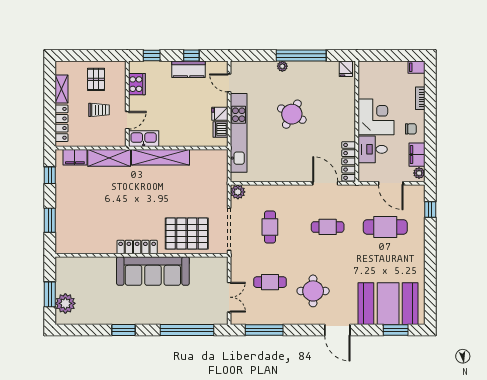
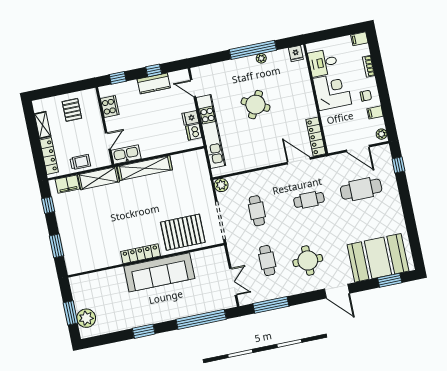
plant: (282, 66) -> (261, 58), moved
trolley: (99, 110) -> (80, 162), moved
desk: (373, 149) -> (323, 63), moved
filing cabinet: (417, 155) -> (375, 112), width x0.50
cafe table: (270, 282) -> (267, 261), turned 90

